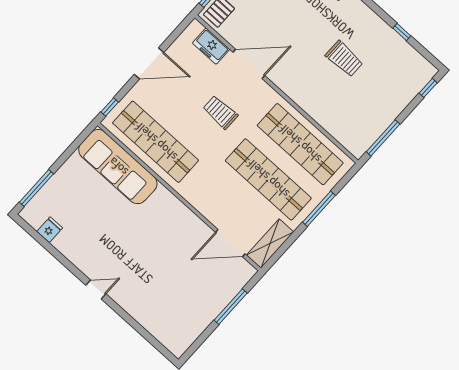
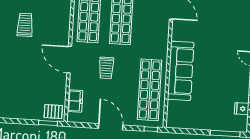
door: (249, 64) -> (69, 60), moved
sofa: (118, 167) -> (181, 71), moved

